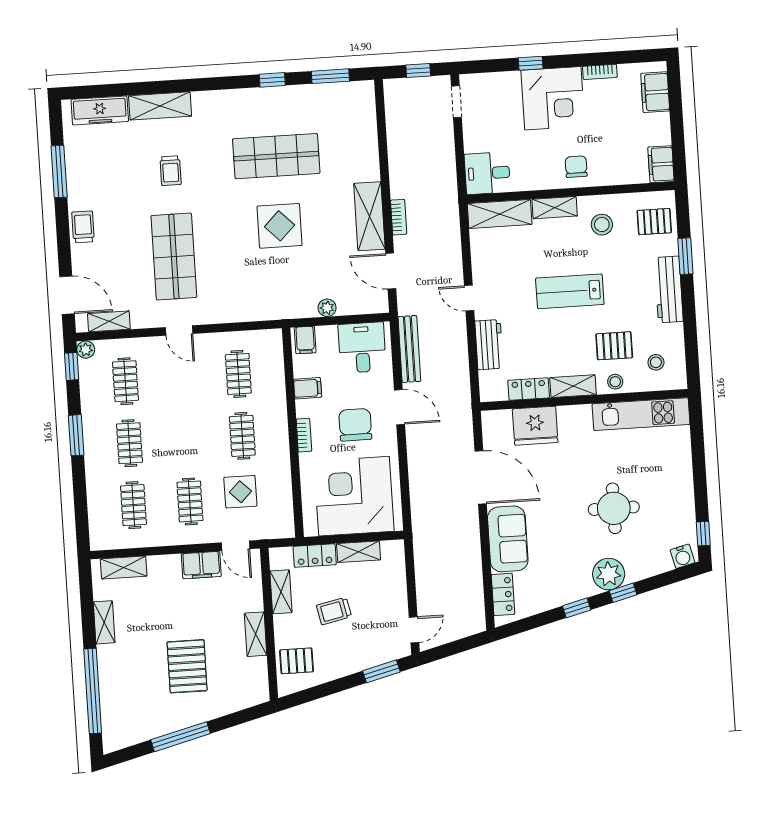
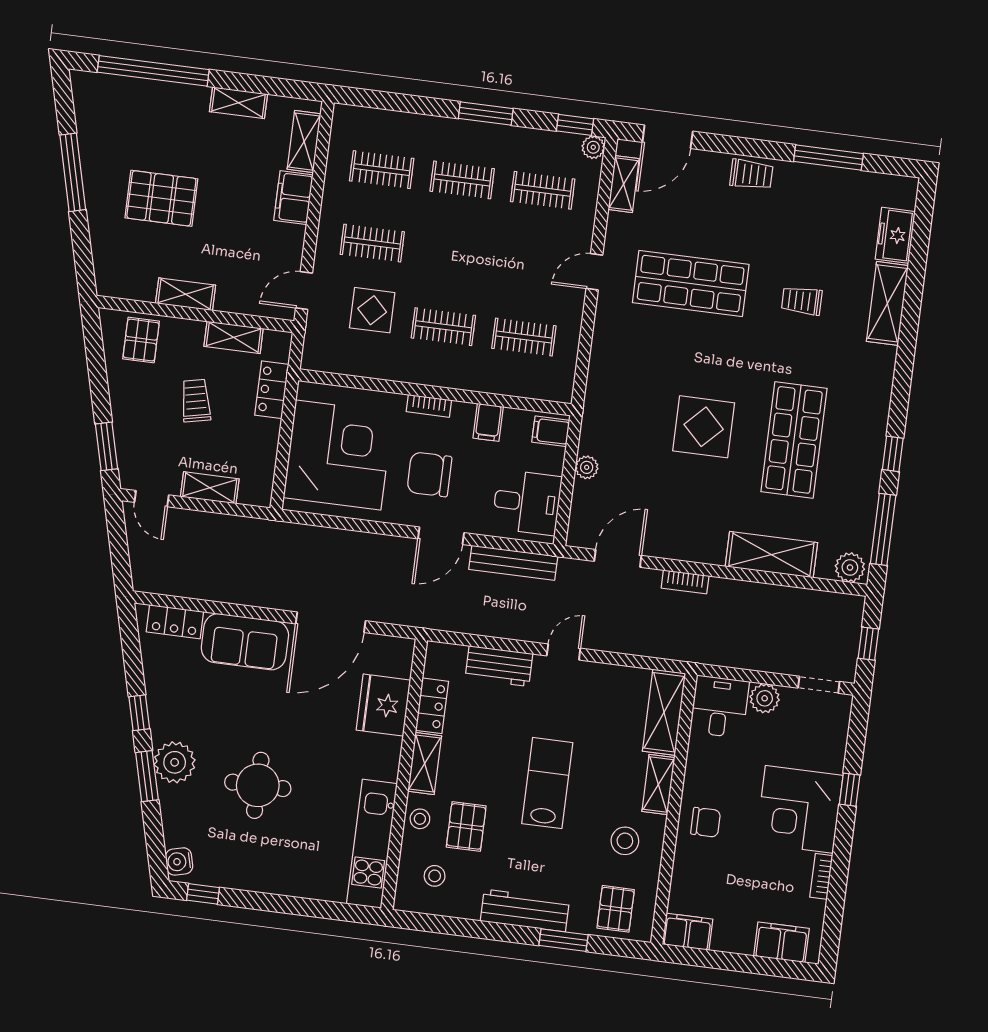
window: (330, 76) -> (883, 529), width x1.44
plant: (364, 95) -> (850, 567), added
freezer: (100, 110) -> (895, 235), width x0.71
plant: (474, 140) -> (765, 698), added
shelving: (369, 216) -> (771, 555), moved
chair: (355, 425) -> (429, 474), turned 180
shelving: (359, 552) -> (210, 488), moved, turned 90
filing cabinet: (201, 565) -> (293, 198), moved
window: (623, 593) -> (147, 776), width x1.50

